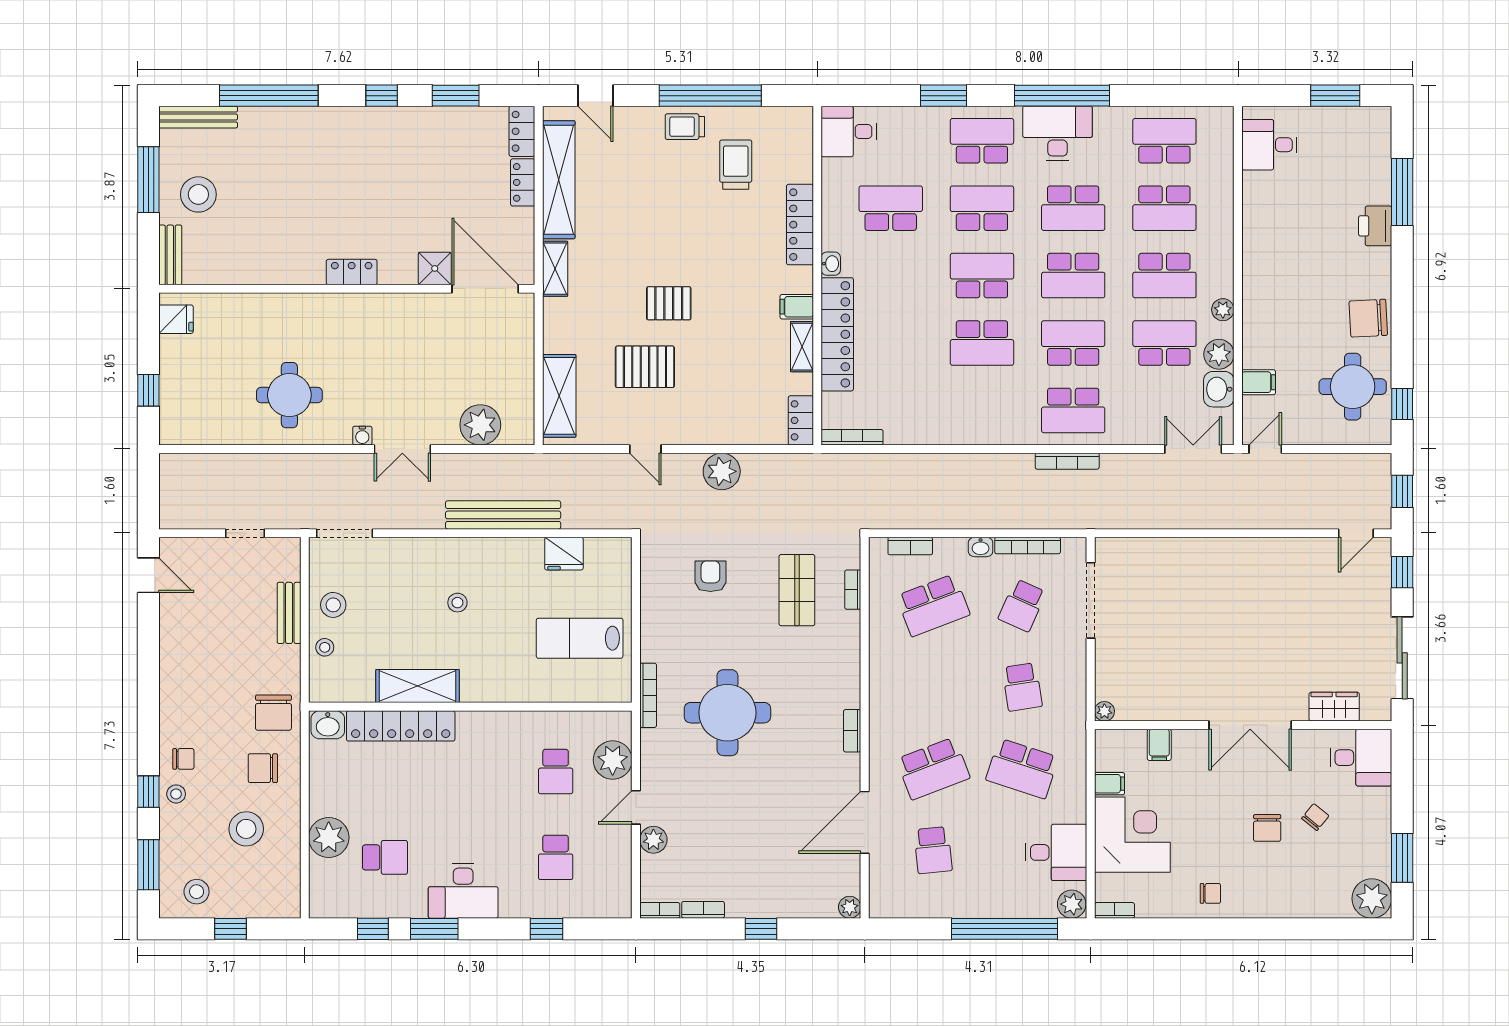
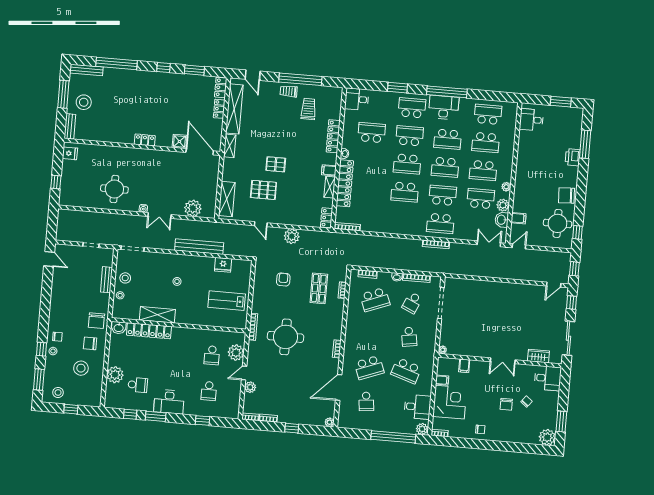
school desk: (982, 276) -> (407, 164), turned 180
double door: (1250, 725) -> (503, 361), width x0.73

